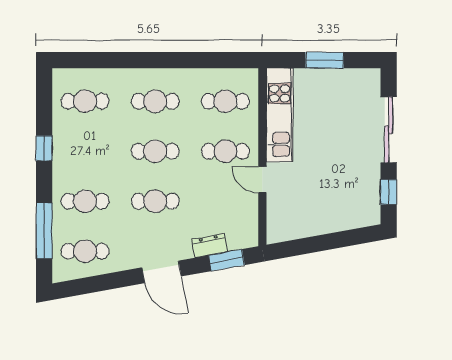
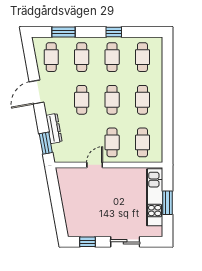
kitchen unit: (280, 115) -> (155, 197), moved, turned 90
sliding door: (389, 130) -> (125, 242), width x0.73
cafe table: (85, 151) -> (112, 57), added
window: (44, 231) -> (64, 32), width x0.69
dresser: (210, 246) -> (54, 128), width x1.44
door: (162, 272) -> (37, 92), moved

